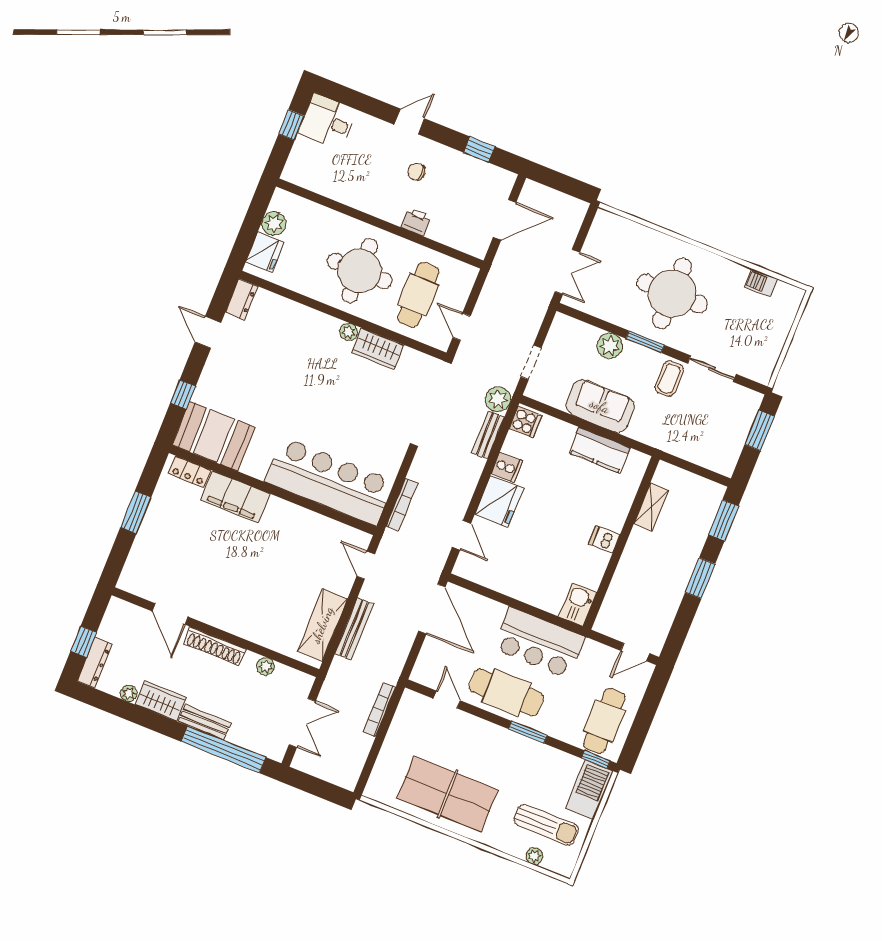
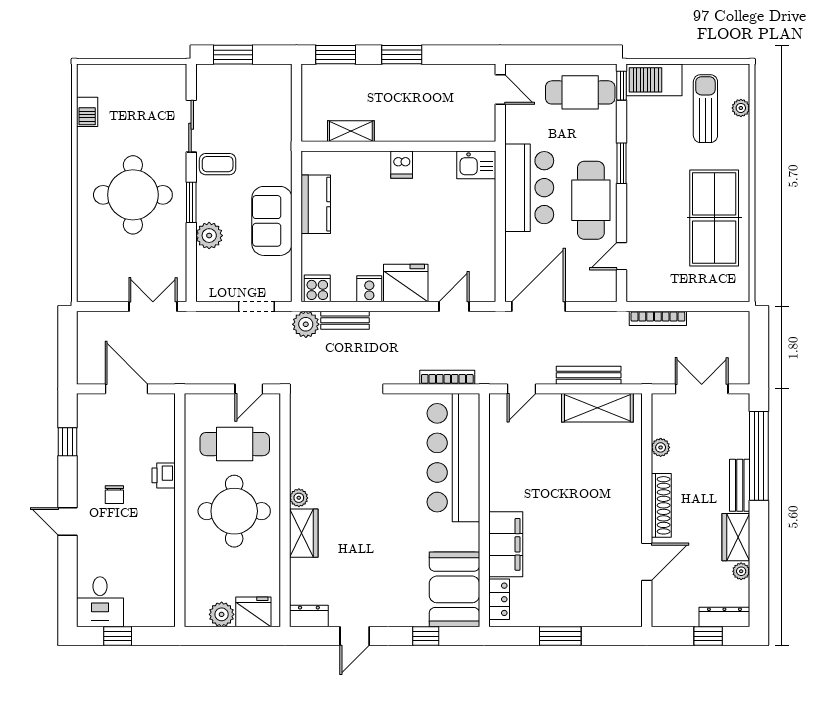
wardrobe: (378, 349) -> (304, 533), moved

